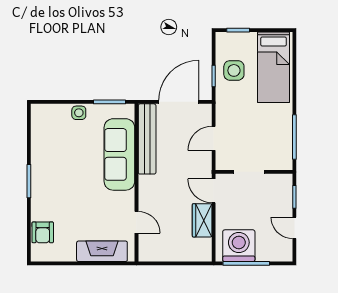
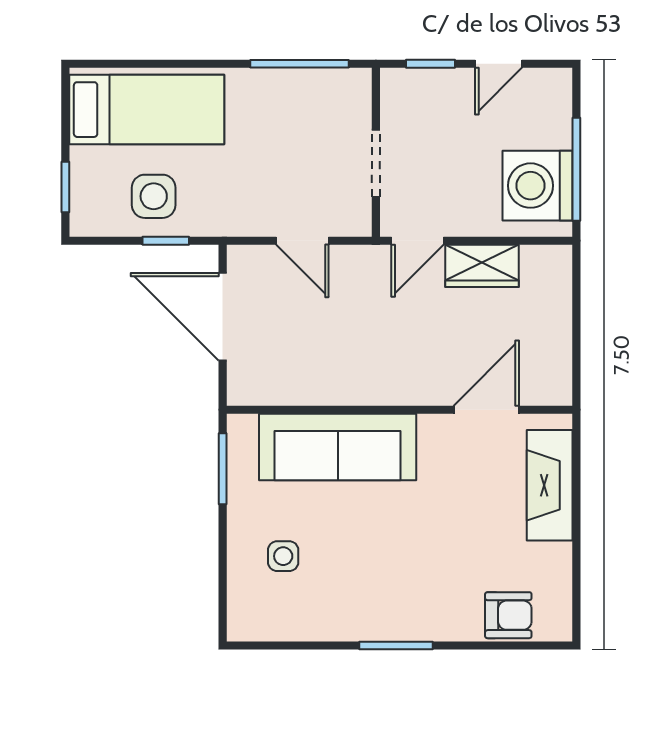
side table: (79, 113) -> (283, 556), moved
bench: (147, 139) -> (304, 387), removed
door: (136, 222) -> (486, 410), width x1.38

